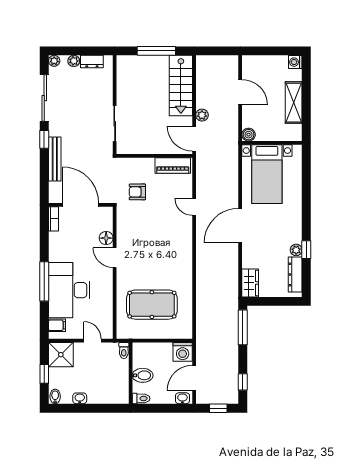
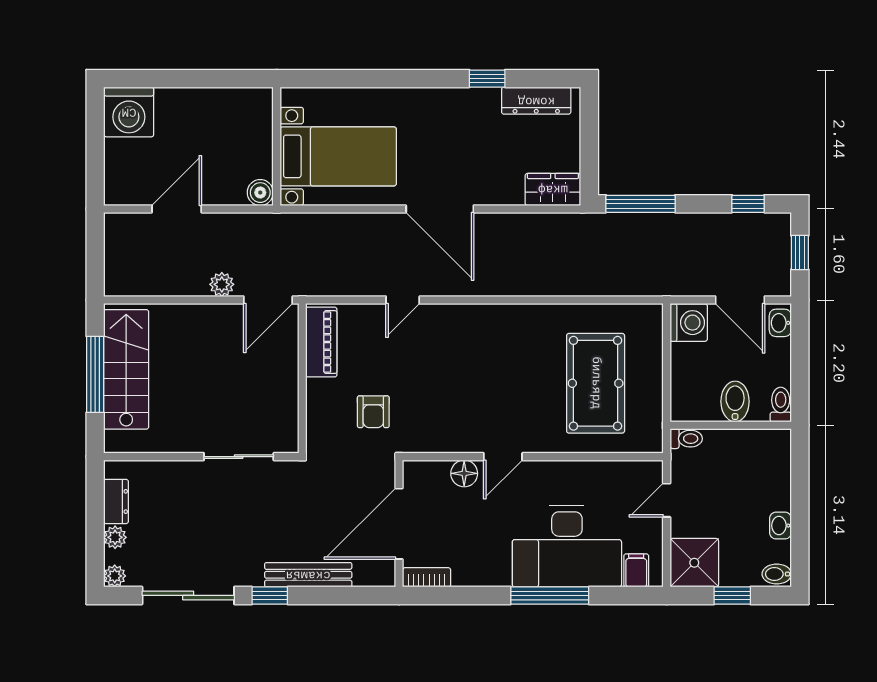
washing machine: (295, 62) -> (129, 112), width x1.89, depth x1.89
stairs: (181, 85) -> (126, 369), moved, turned -90
shelving: (294, 103) -> (197, 104), removed
plant: (296, 250) -> (488, 99), removed

